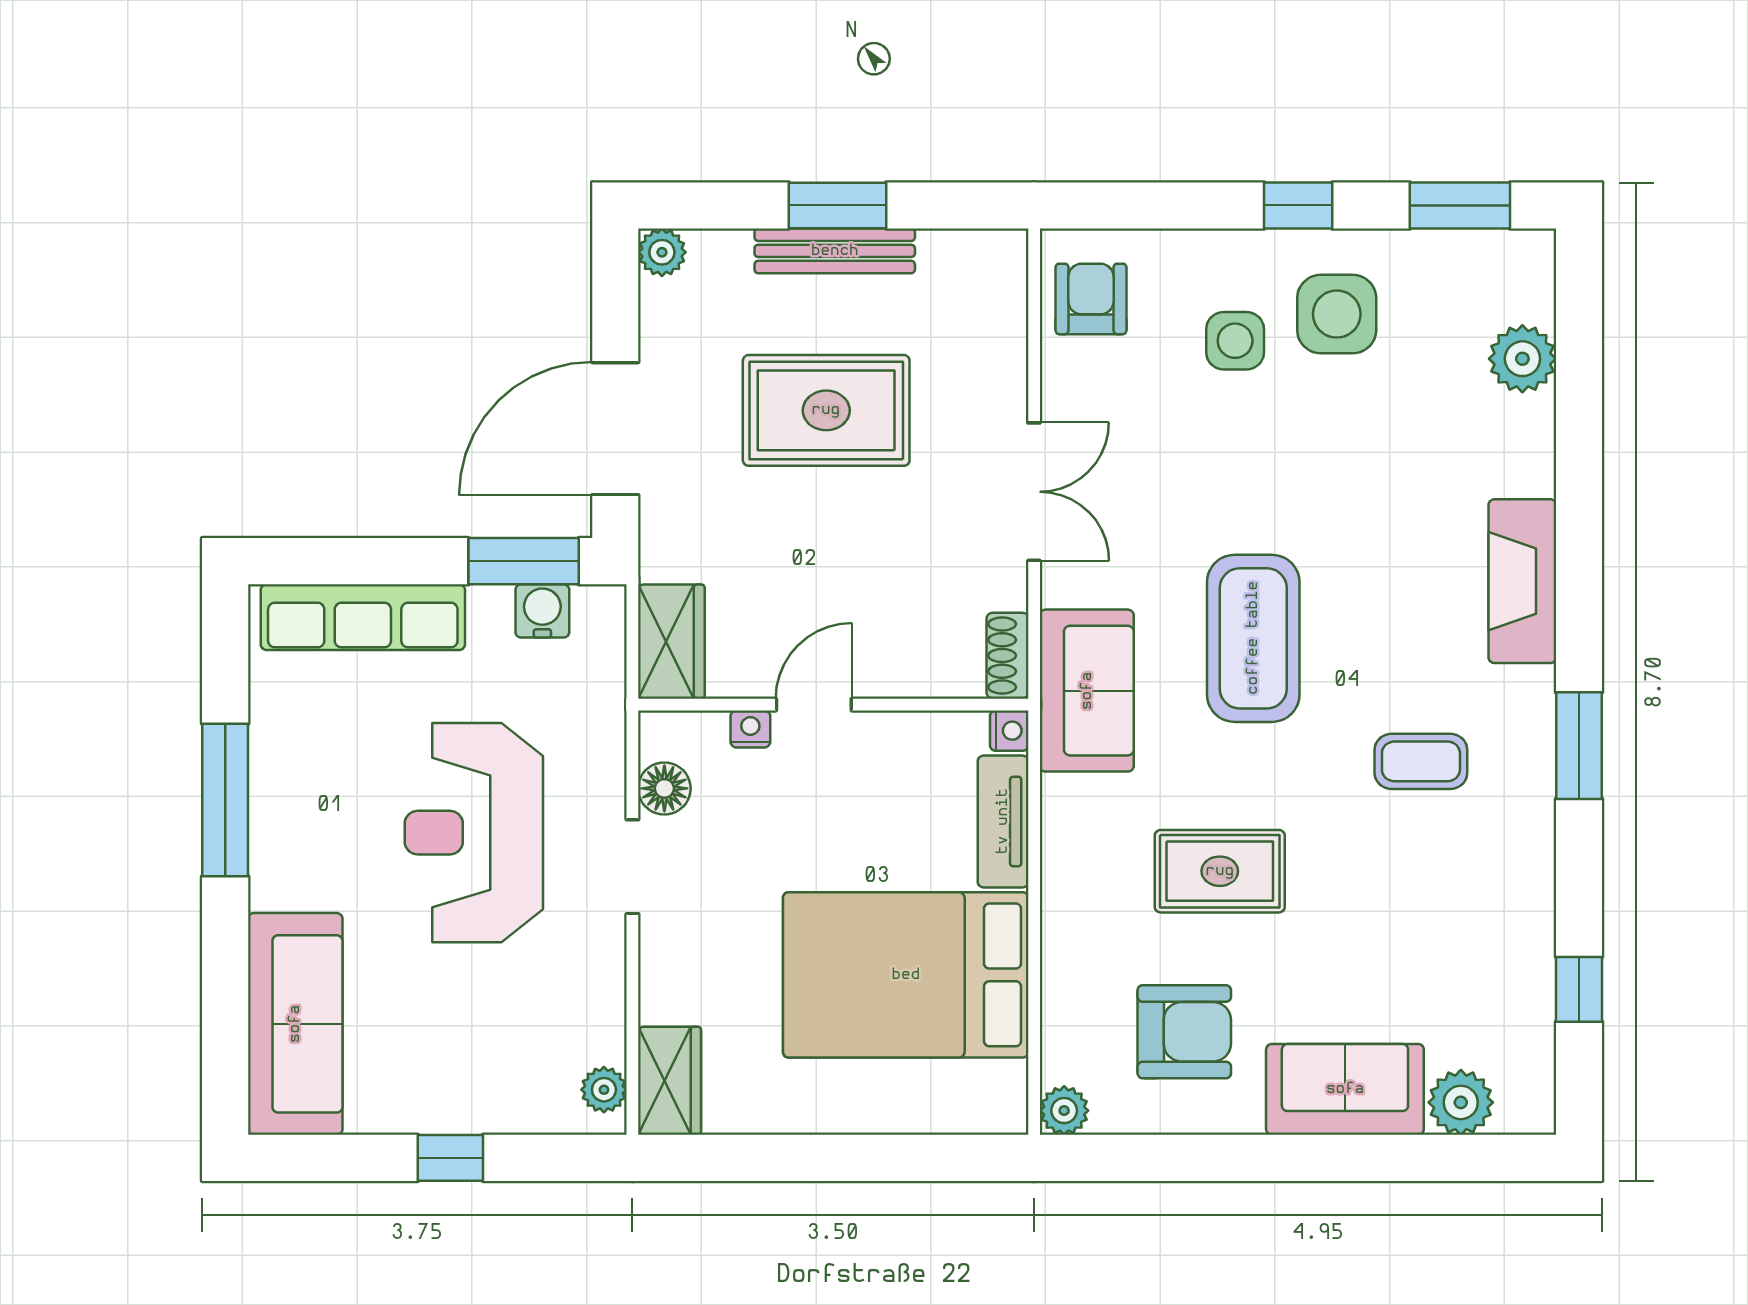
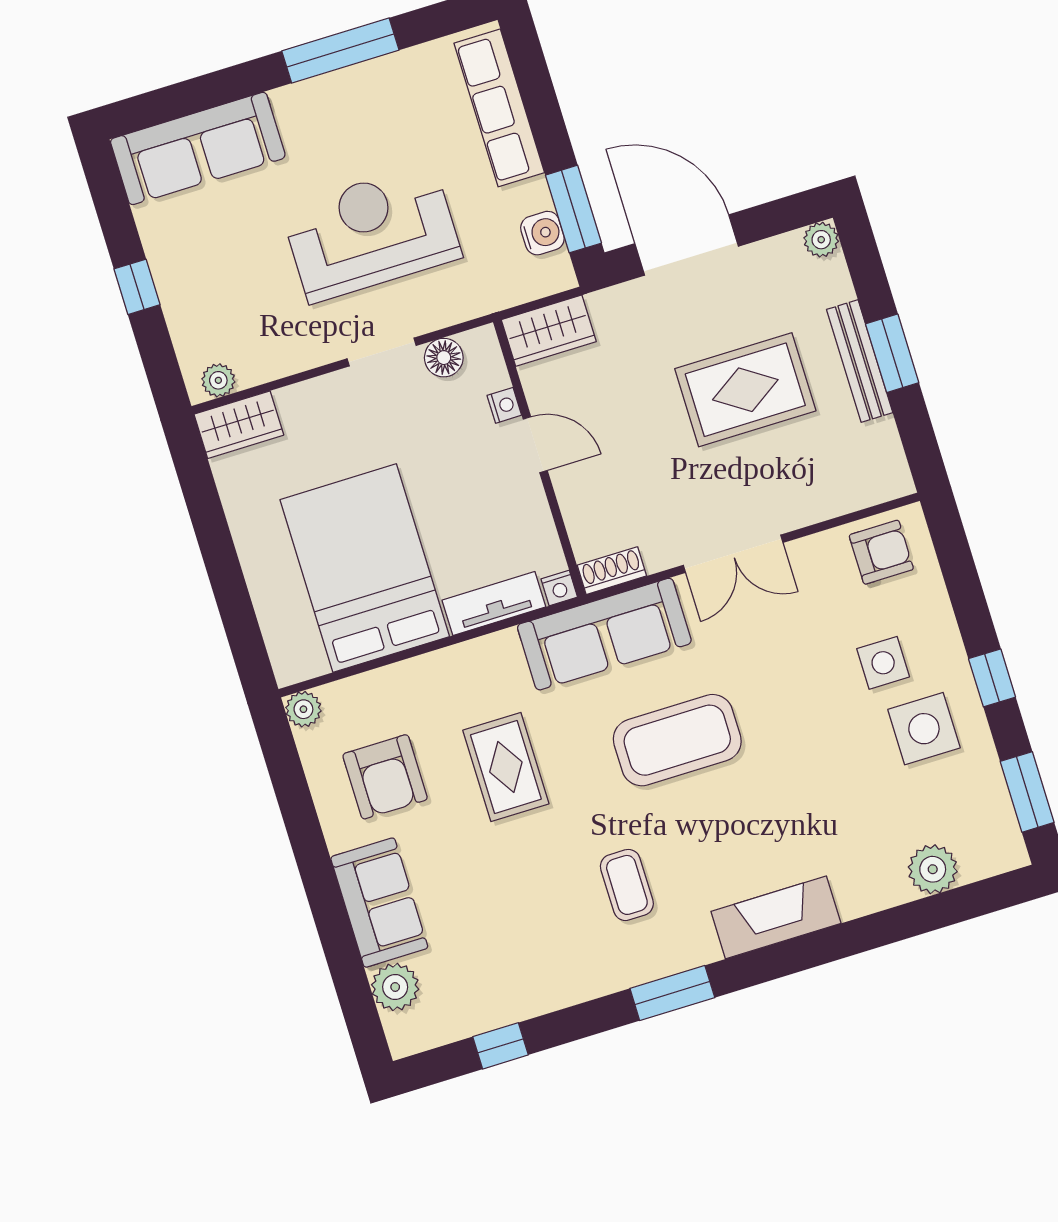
rug: (826, 410) -> (745, 390), turned 90
sofa: (1087, 691) -> (604, 634), width x1.36

